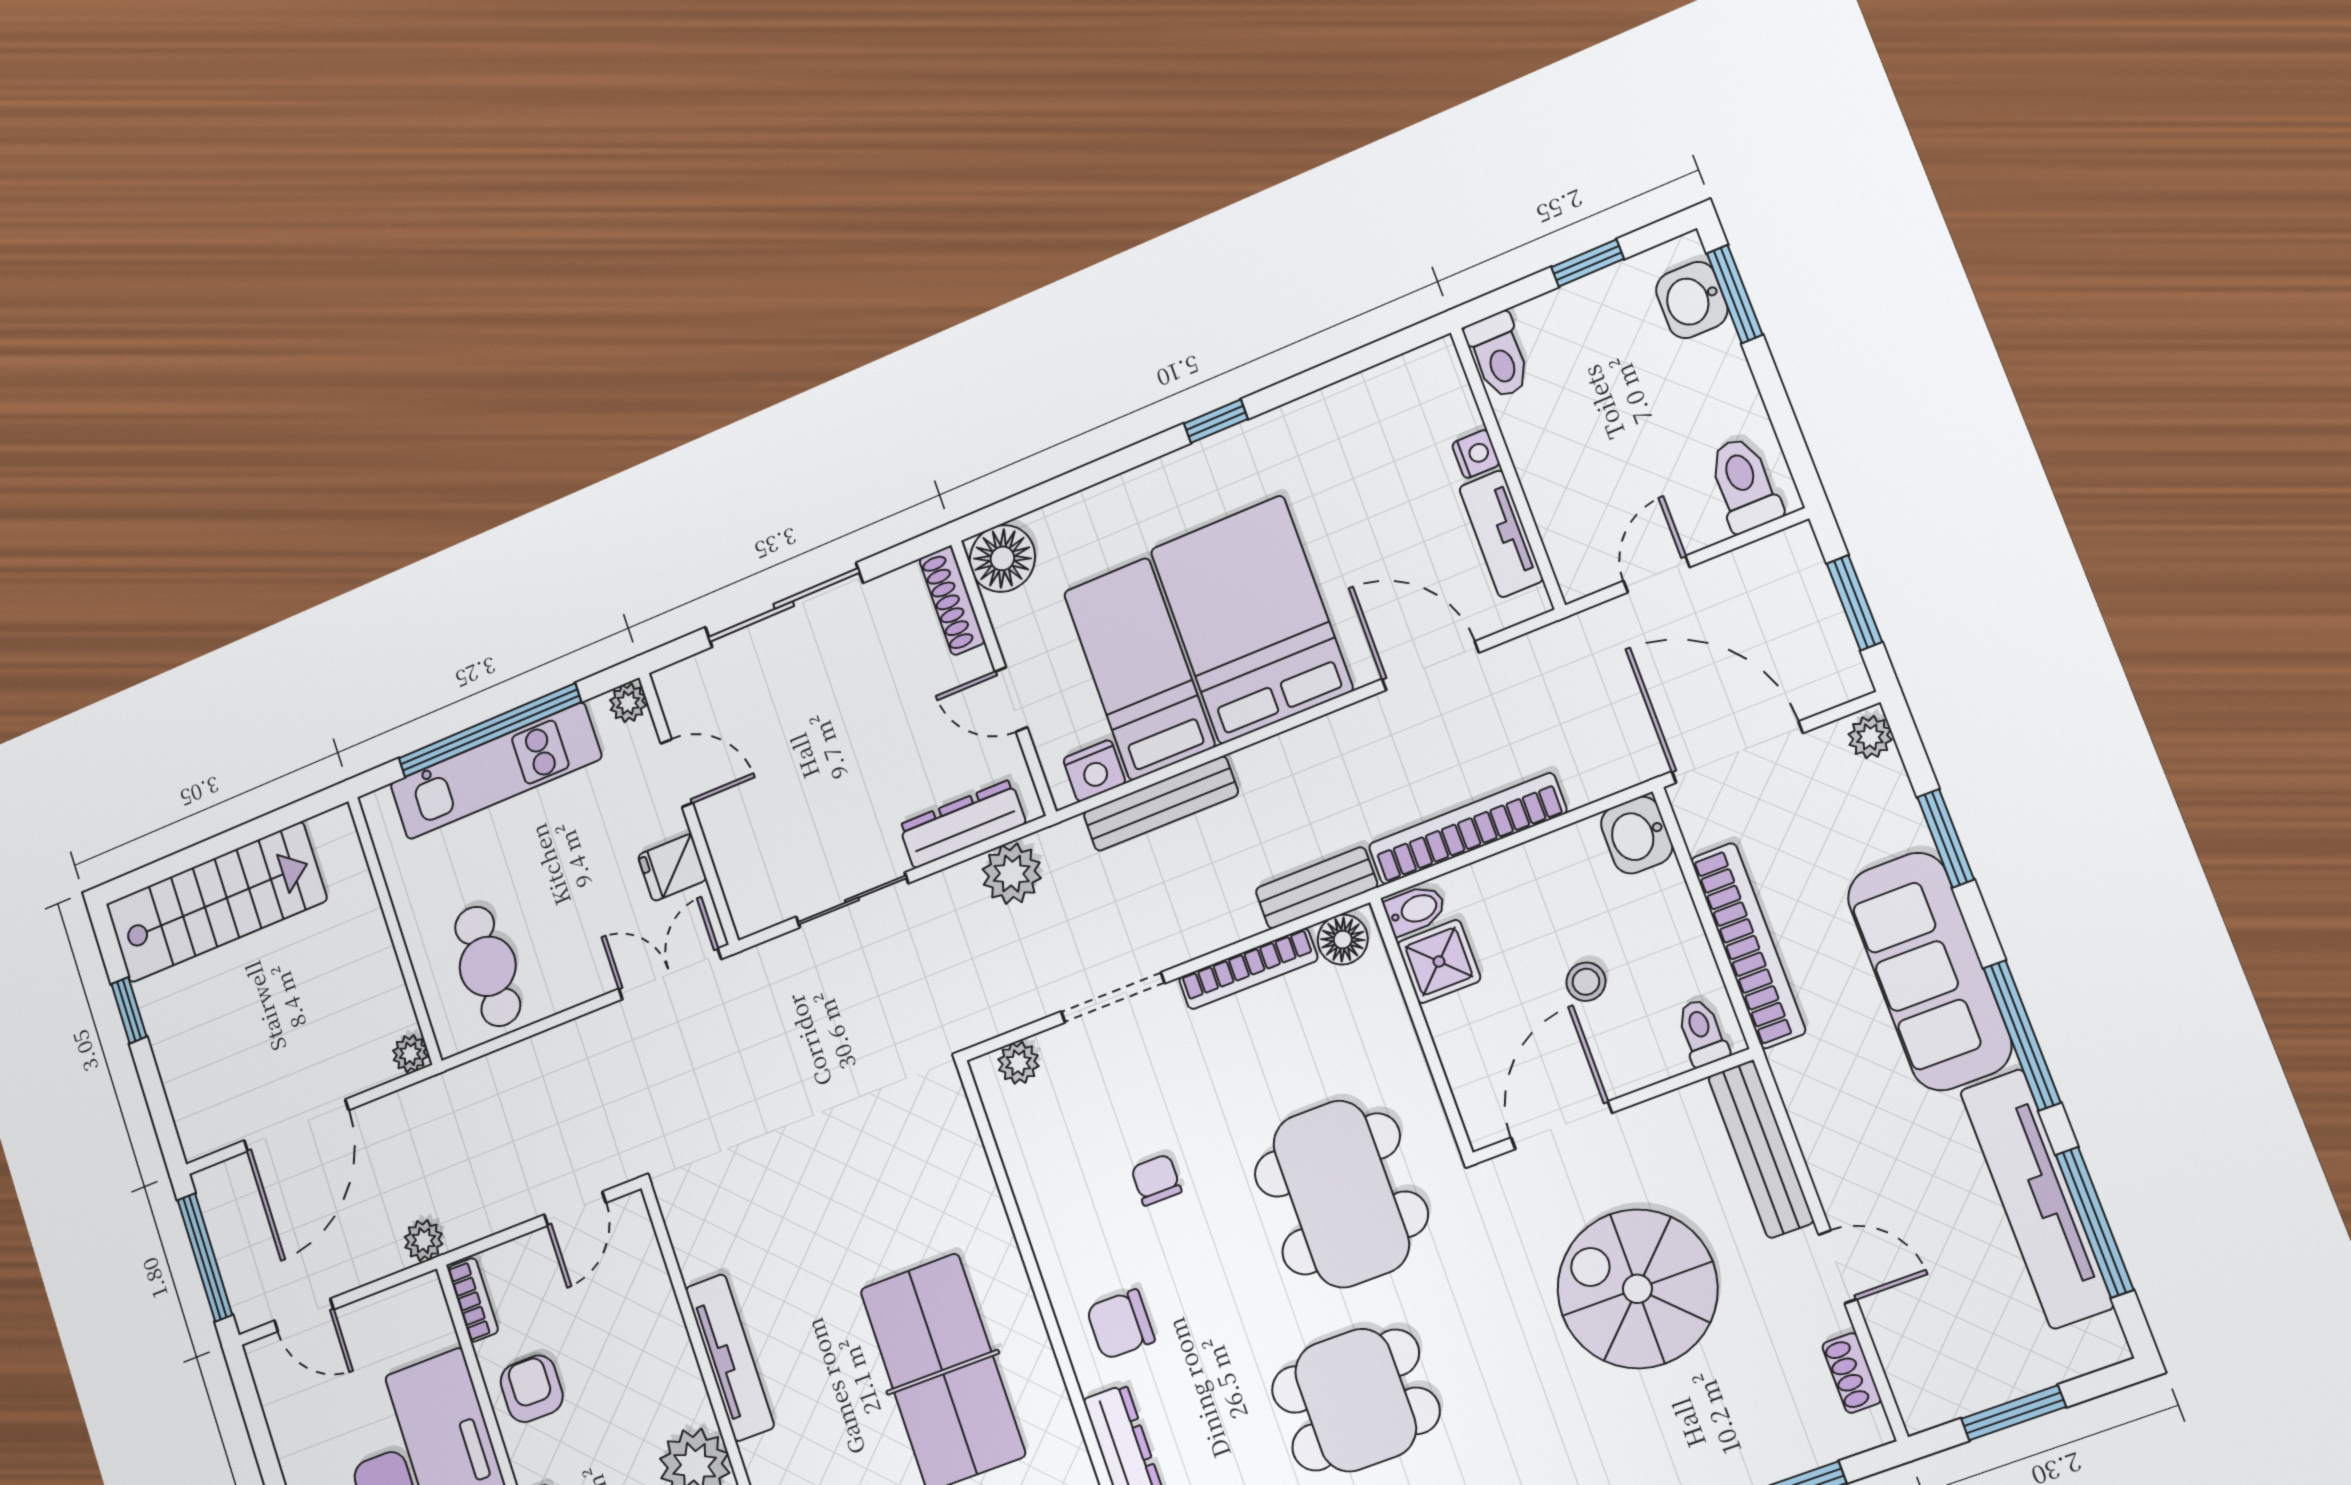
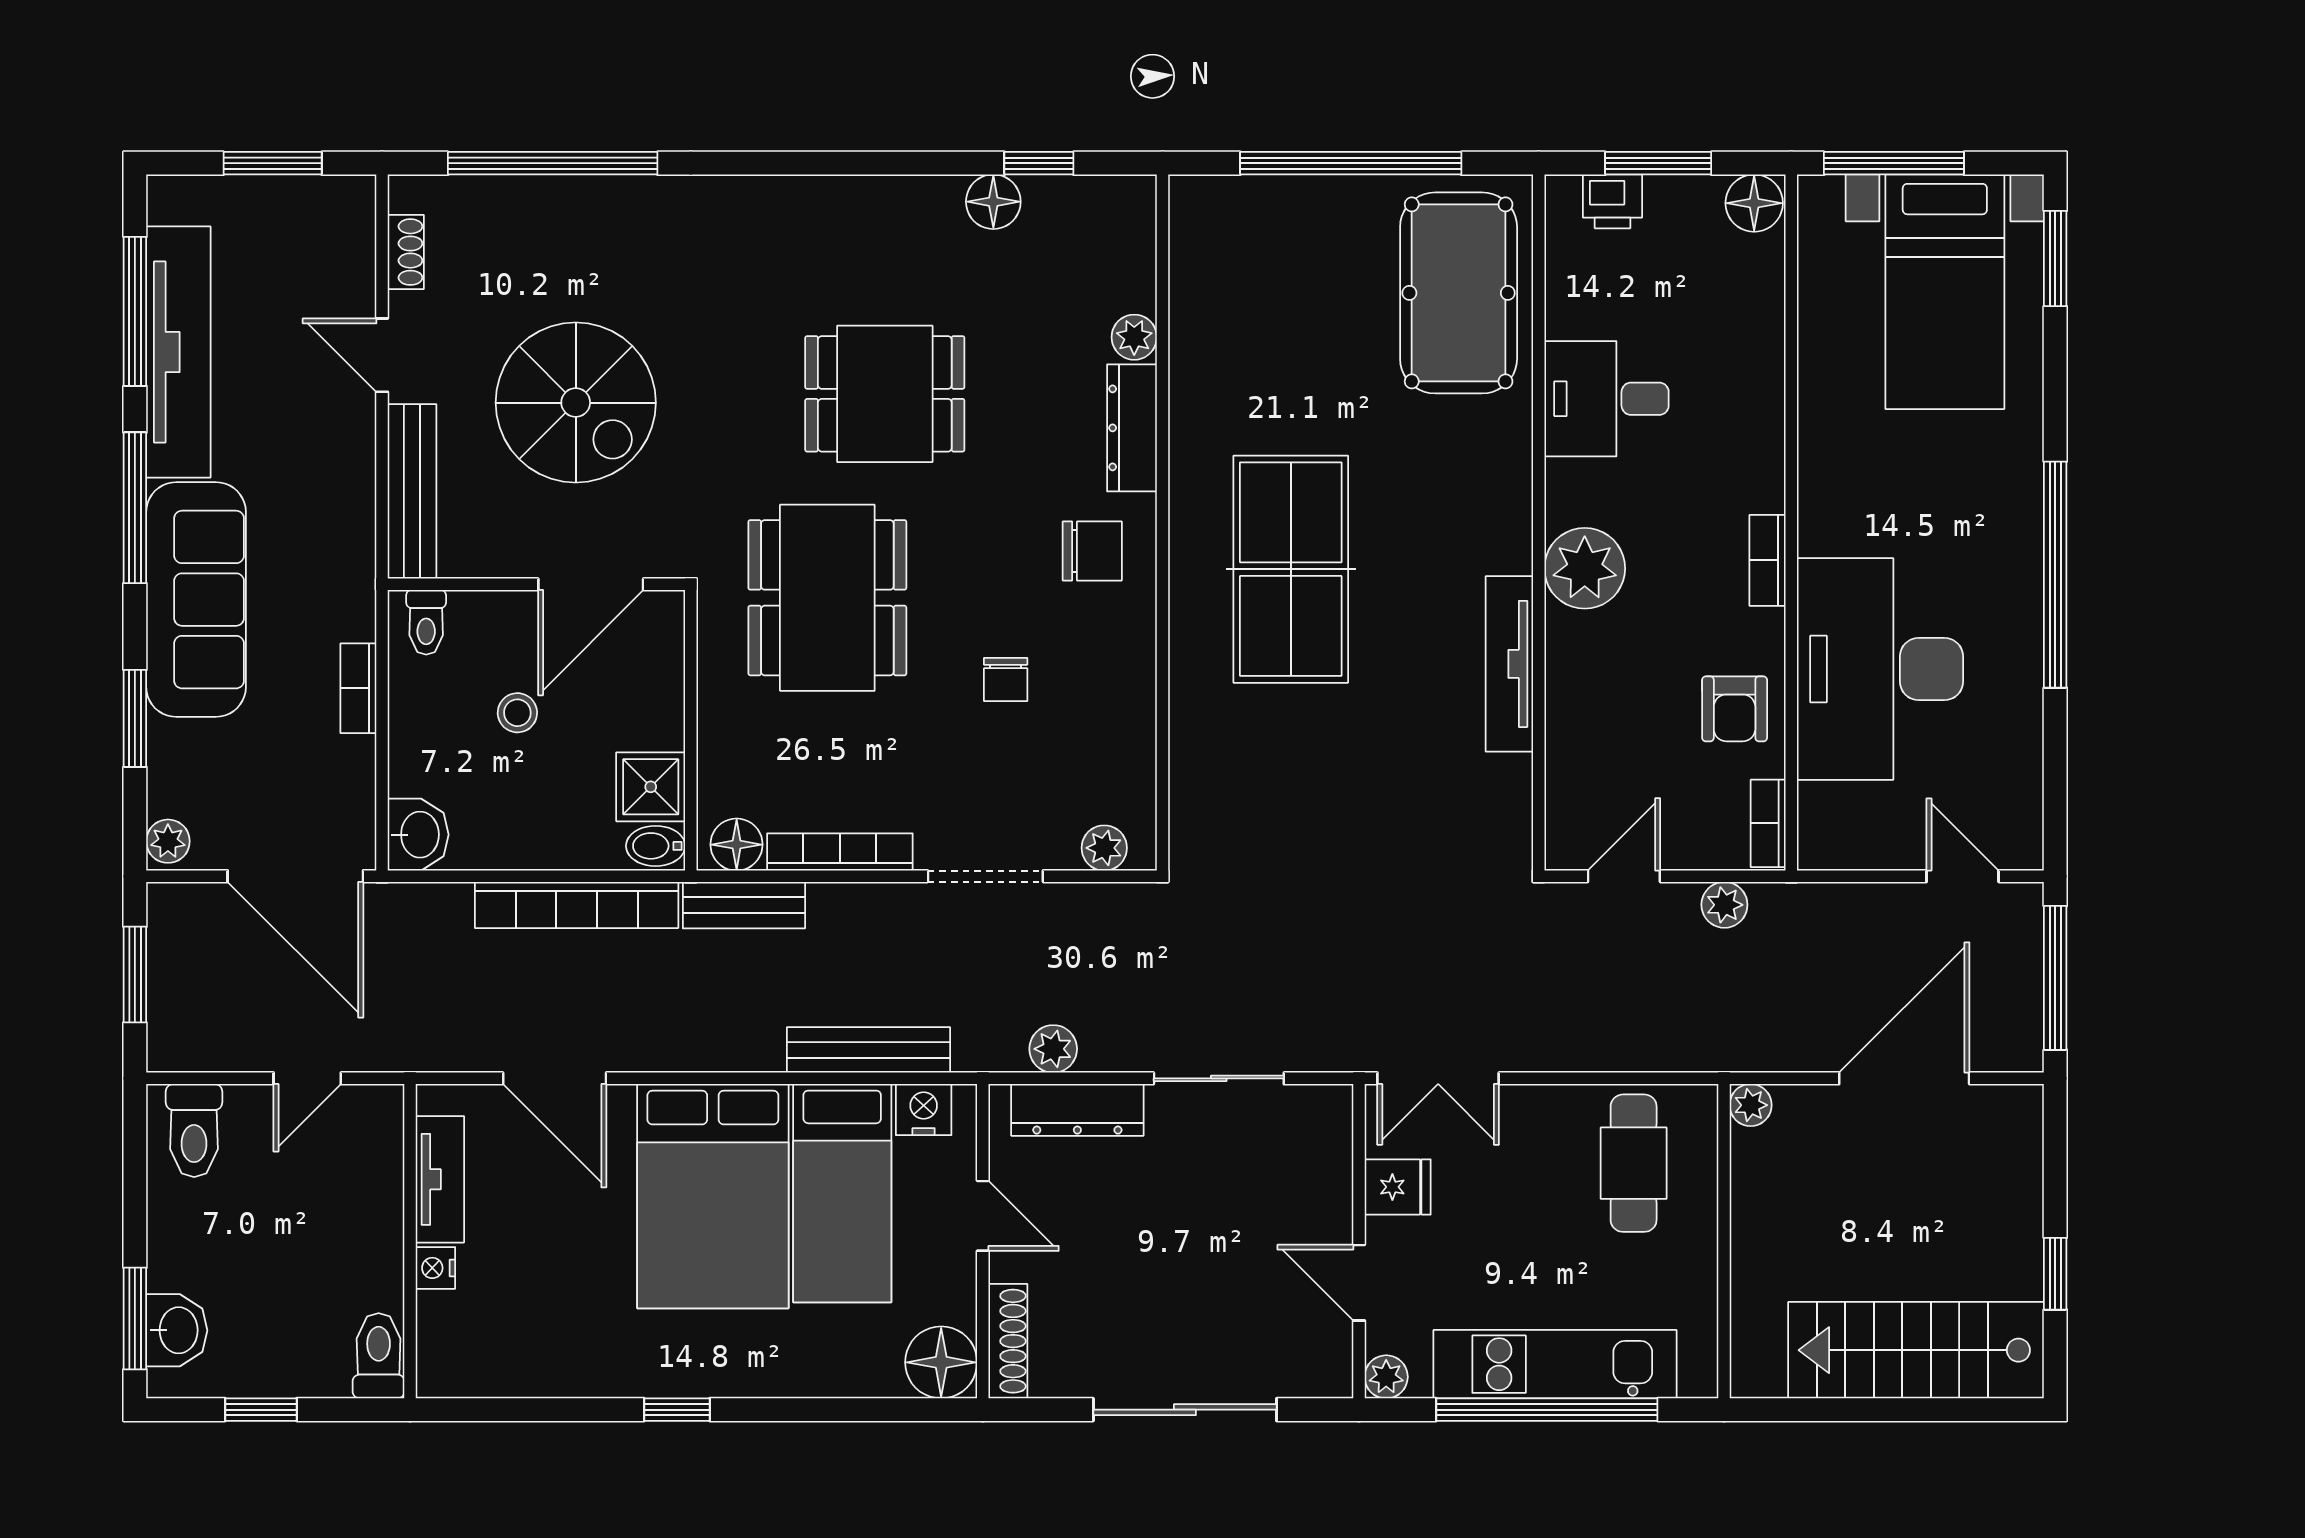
plant: (1012, 874) -> (1053, 1049), width x0.73, depth x0.73
bookcase: (1748, 945) -> (358, 688), width x0.43, depth x0.76
plant: (424, 1240) -> (1724, 905), moved

